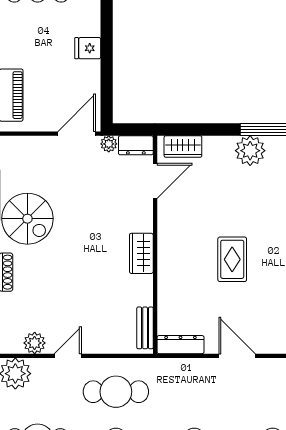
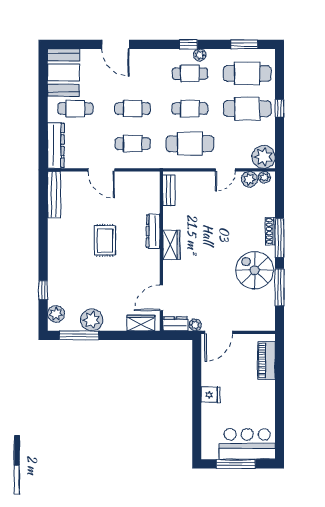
dresser: (180, 345) -> (153, 231), moved, turned 90
plant: (14, 346) -> (264, 177), added
cafe table: (194, 392) -> (133, 144), added

